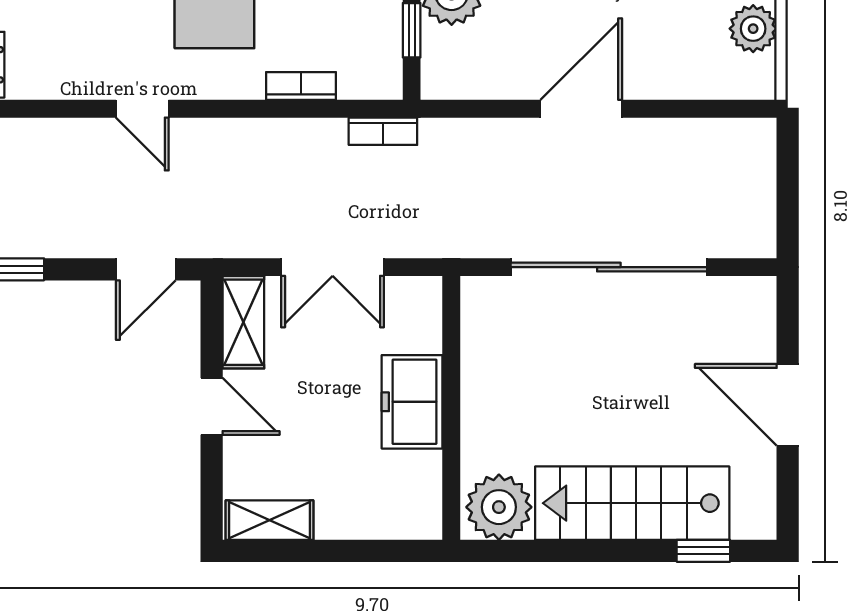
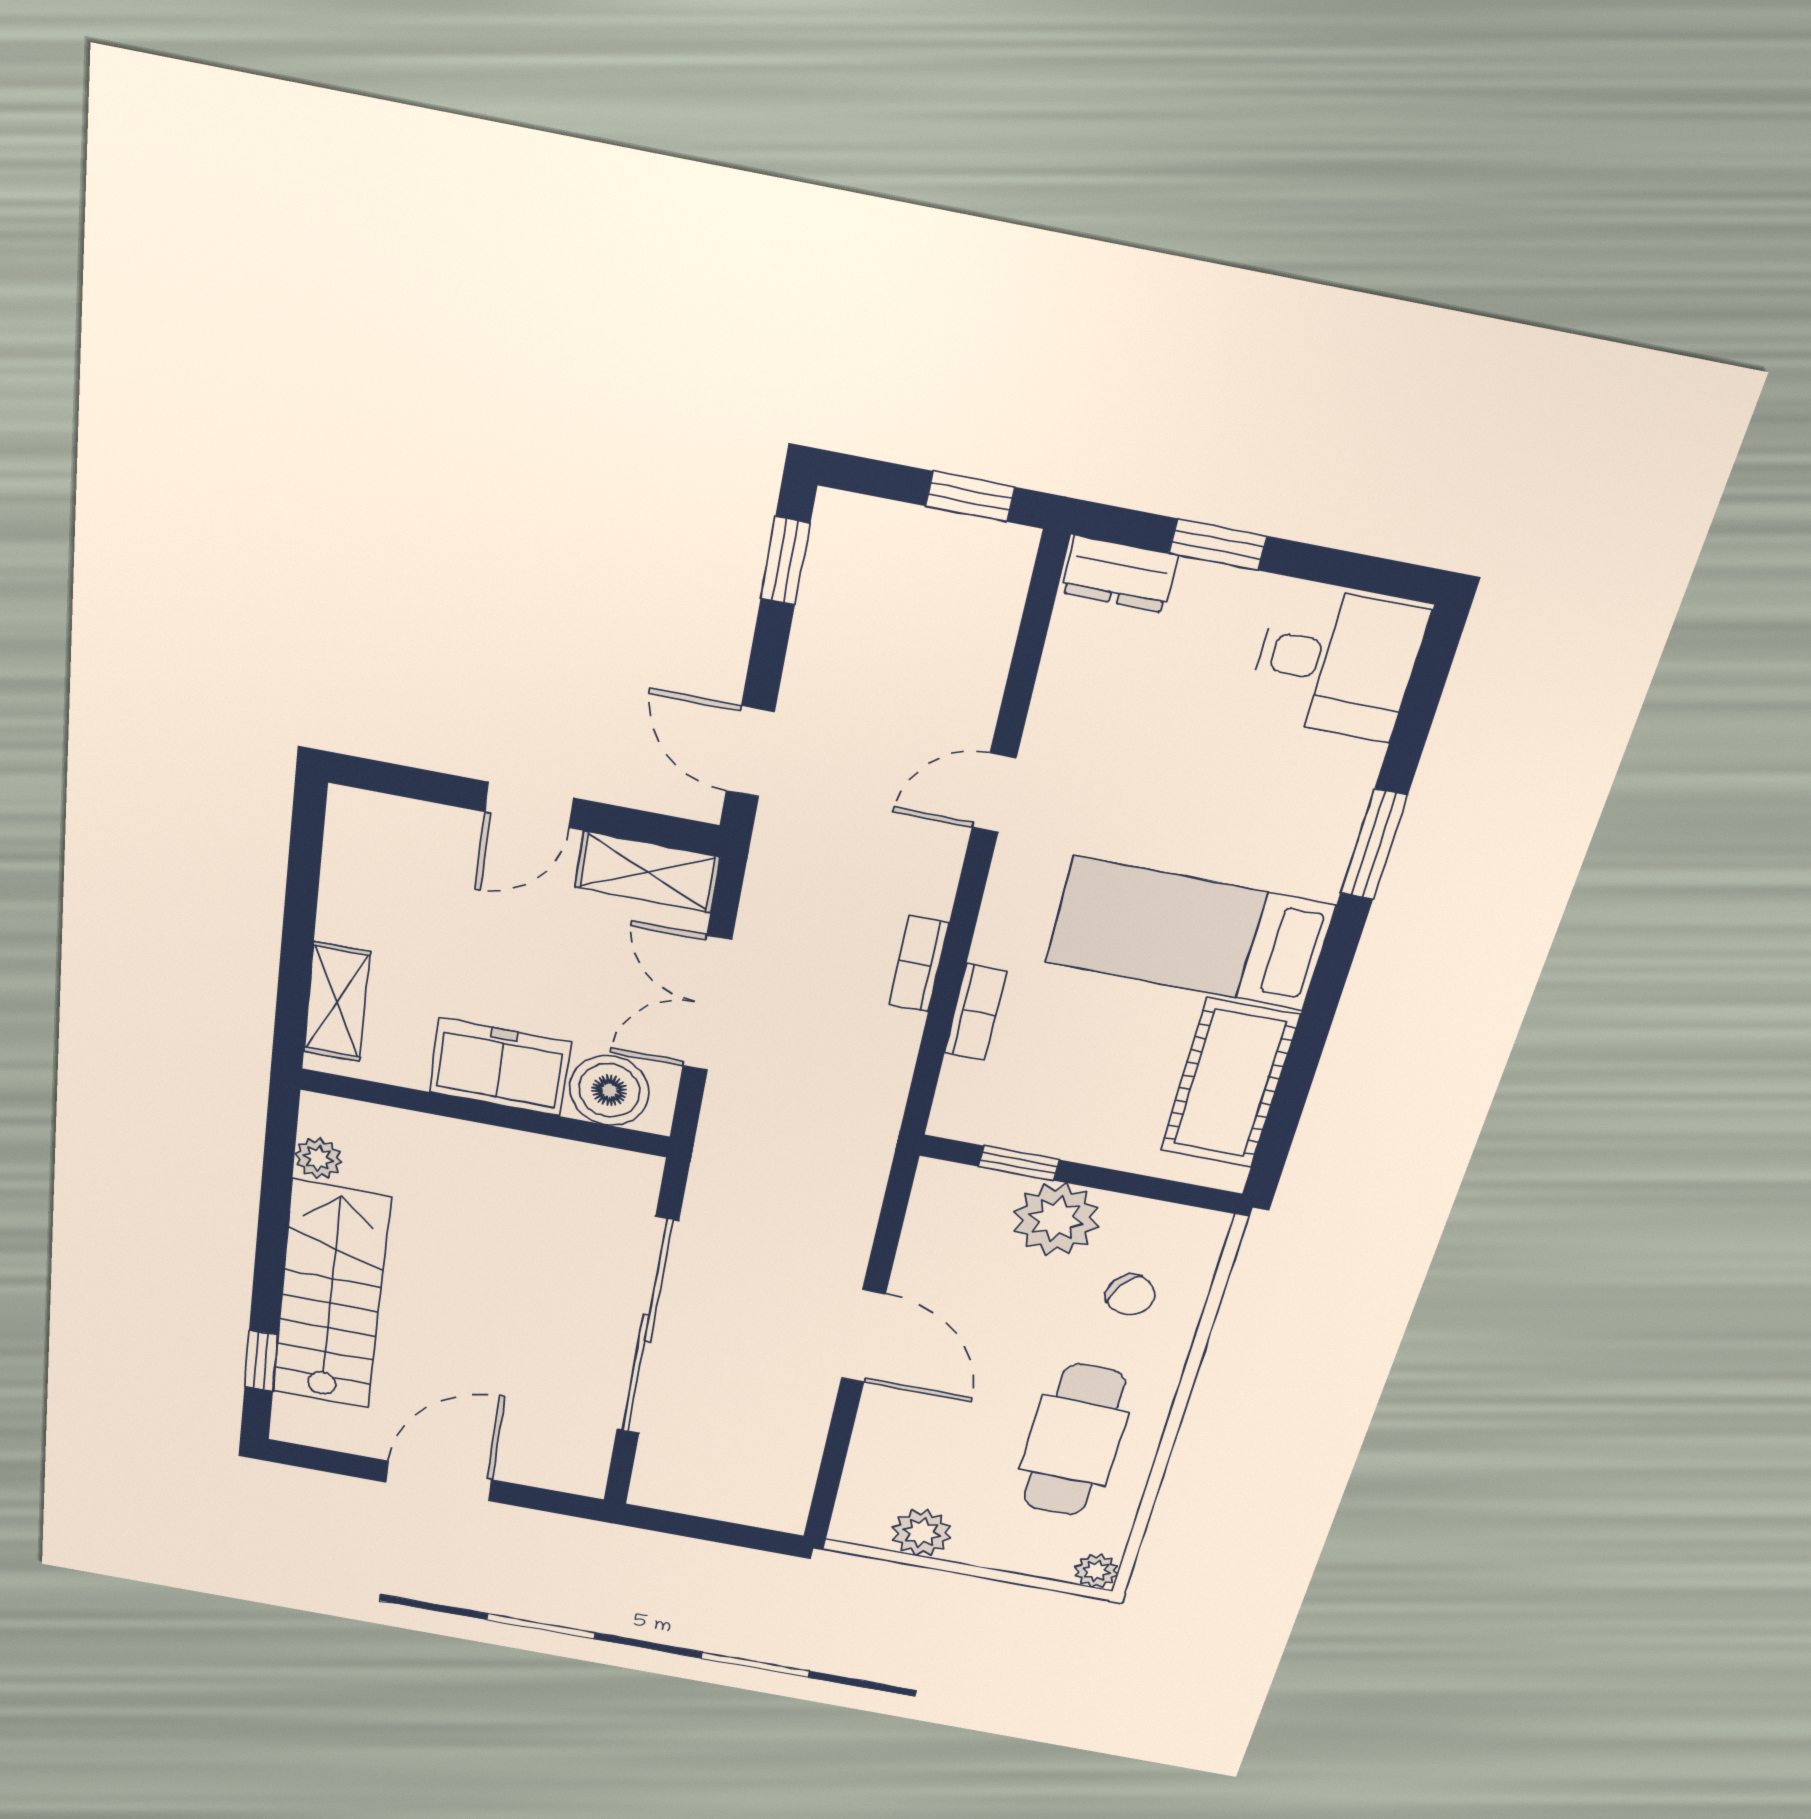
bookcase: (383, 131) -> (919, 964), moved
boiler: (414, 323) -> (609, 1090), added
plant: (499, 507) -> (318, 1158), width x0.53, depth x0.53
shelving: (269, 520) -> (337, 1002), moved

